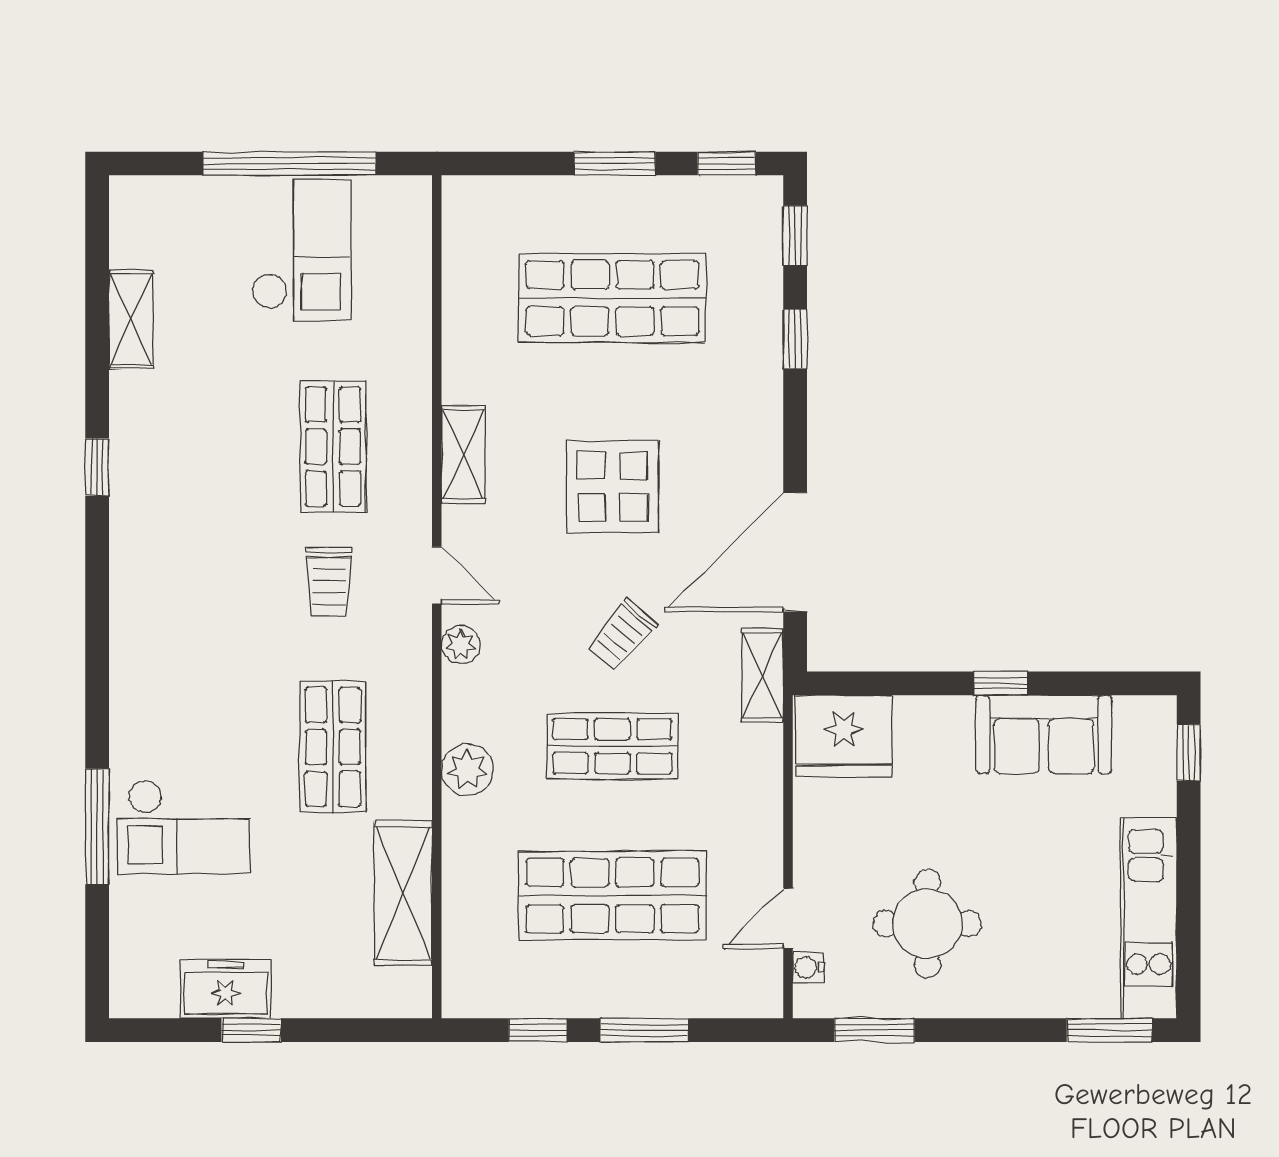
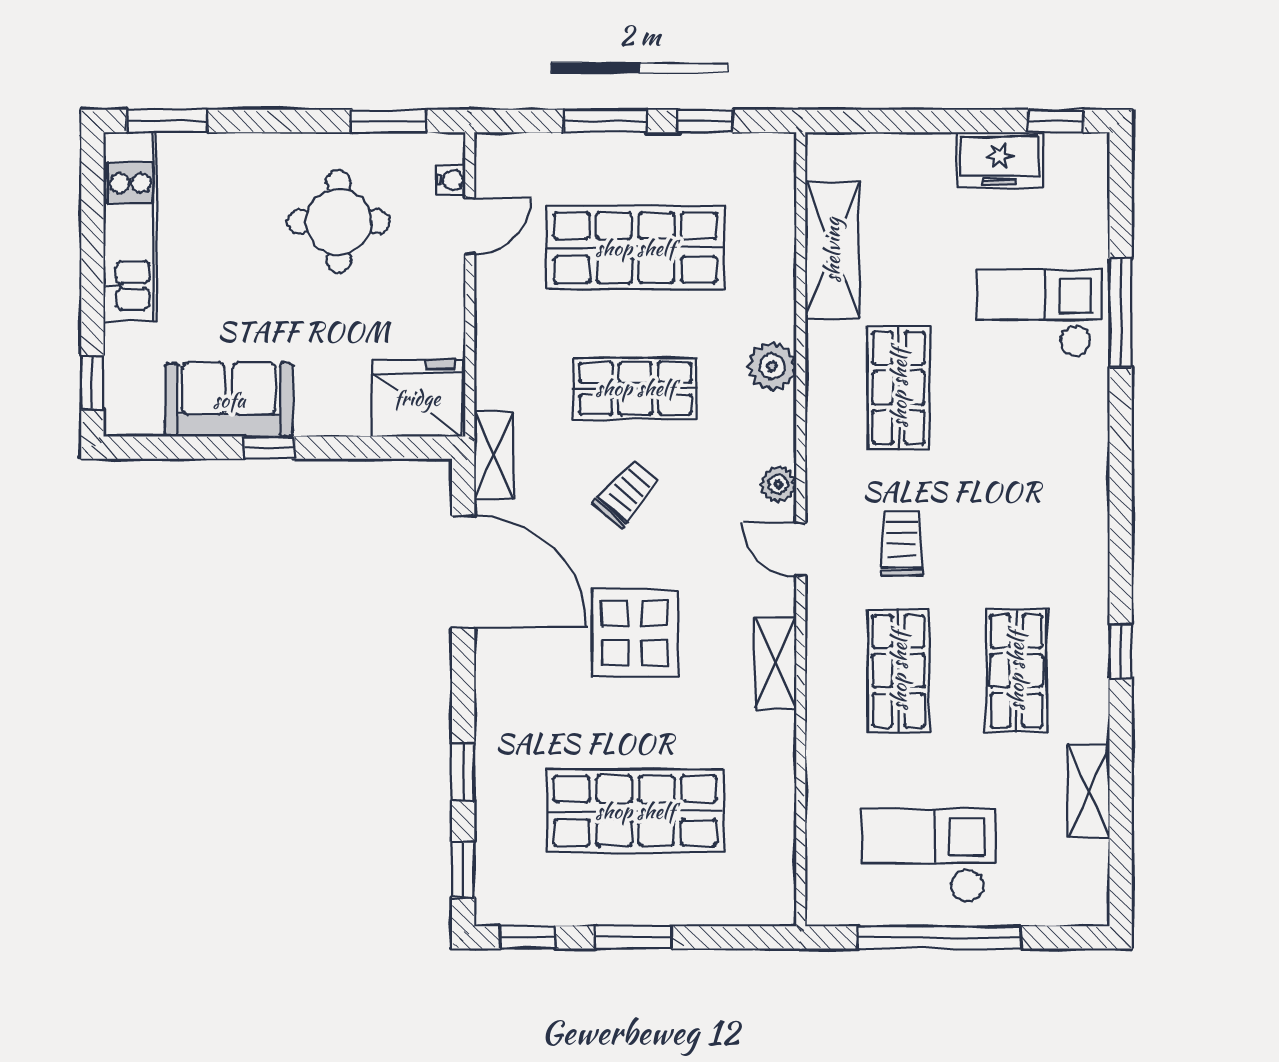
checkout: (301, 250) -> (928, 856), turned 90
shop shelf: (208, 447) -> (1016, 671), added
door: (795, 552) -> (463, 571), hinge flipped
window: (251, 1030) -> (1056, 121), moved

